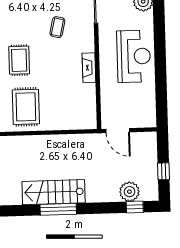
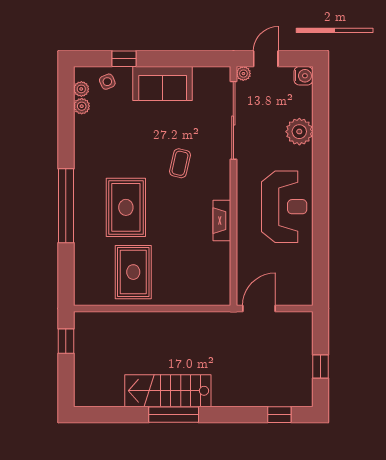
rug: (19, 60) -> (126, 207), width x1.36, depth x1.43
door: (118, 131) -> (259, 308), swing flipped
plant: (129, 192) -> (273, 393), removed

